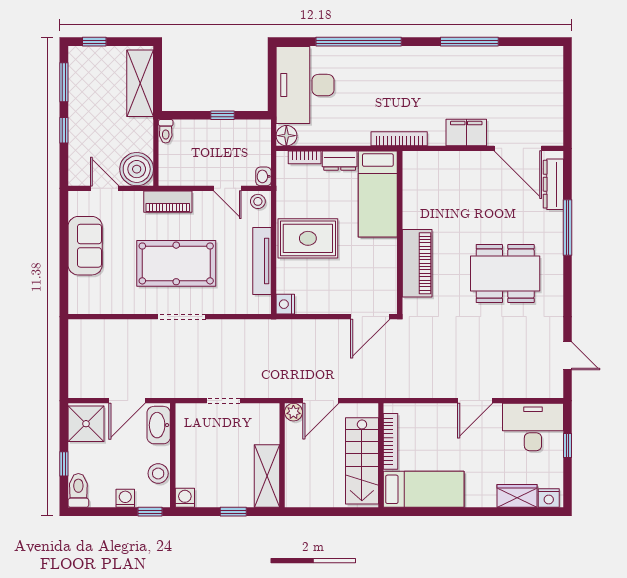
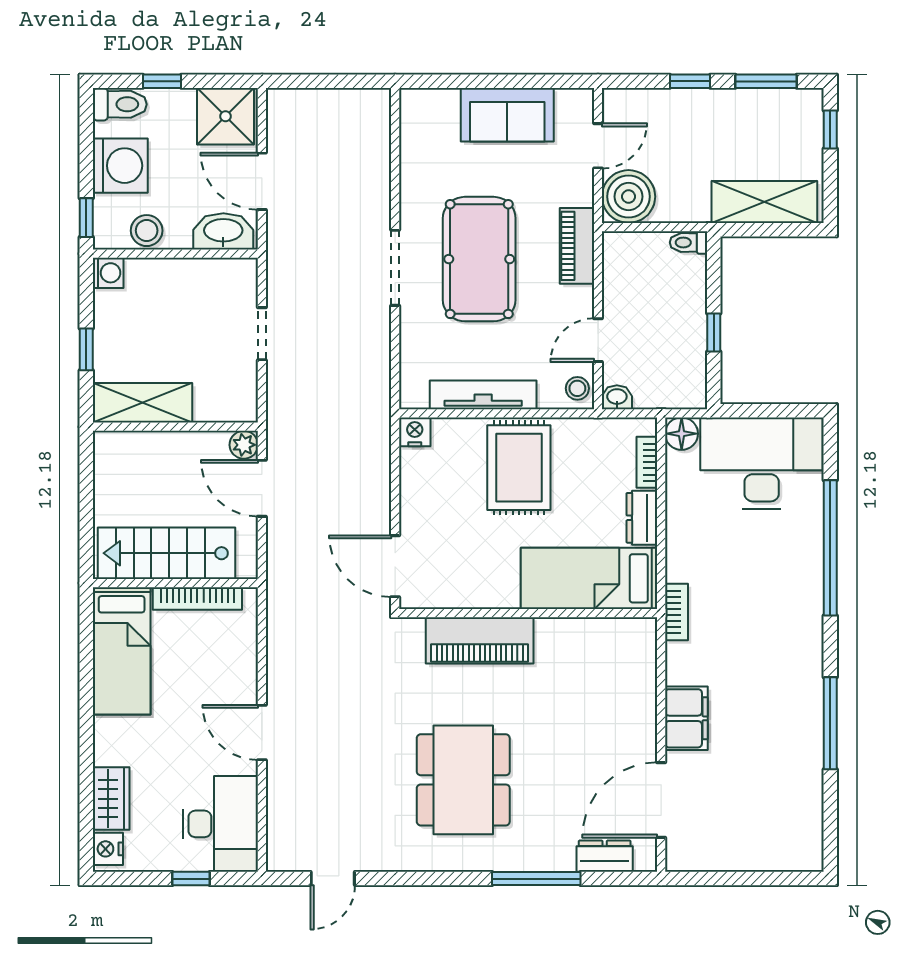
bookcase: (399, 139) -> (677, 612), width x0.64
dresser: (553, 184) -> (605, 856), width x0.70
washing machine: (125, 498) -> (120, 166), width x1.89, depth x1.89

